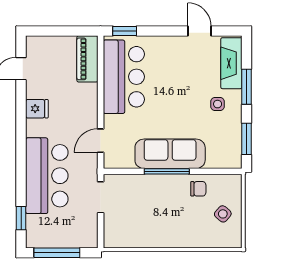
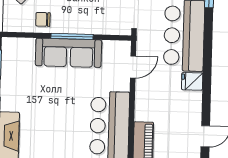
side table: (218, 104) -> (23, 98), removed
fridge: (37, 109) -> (192, 81), moved

